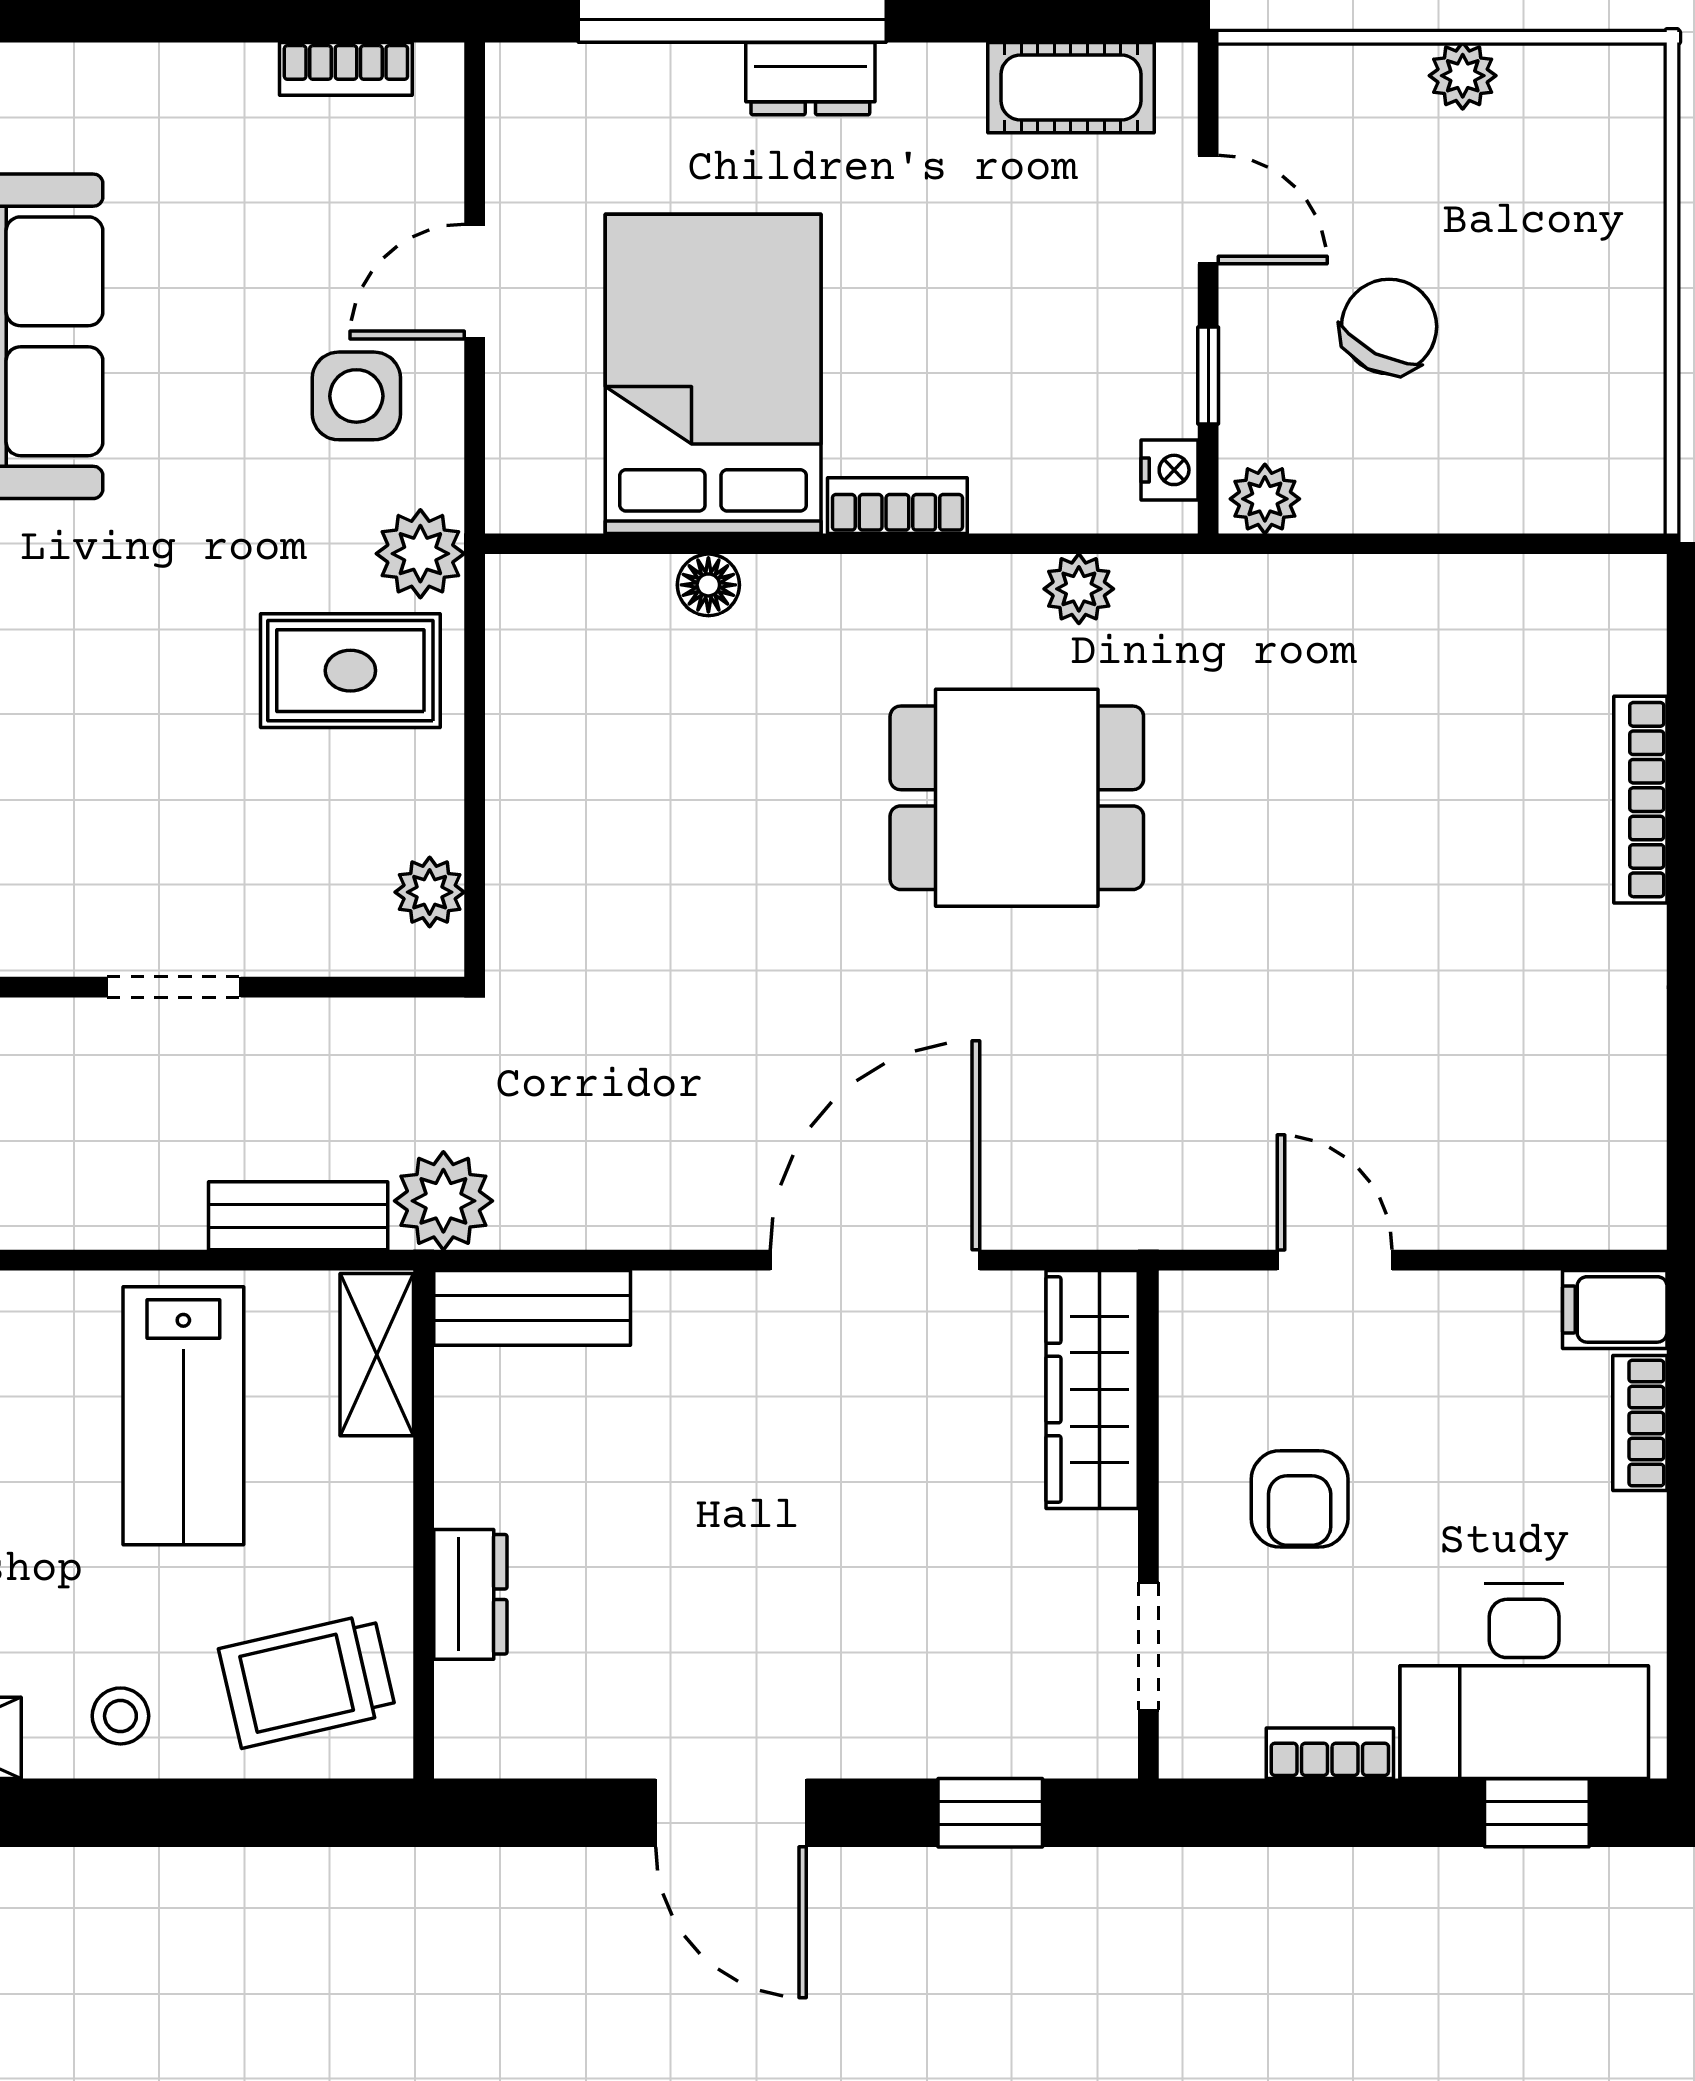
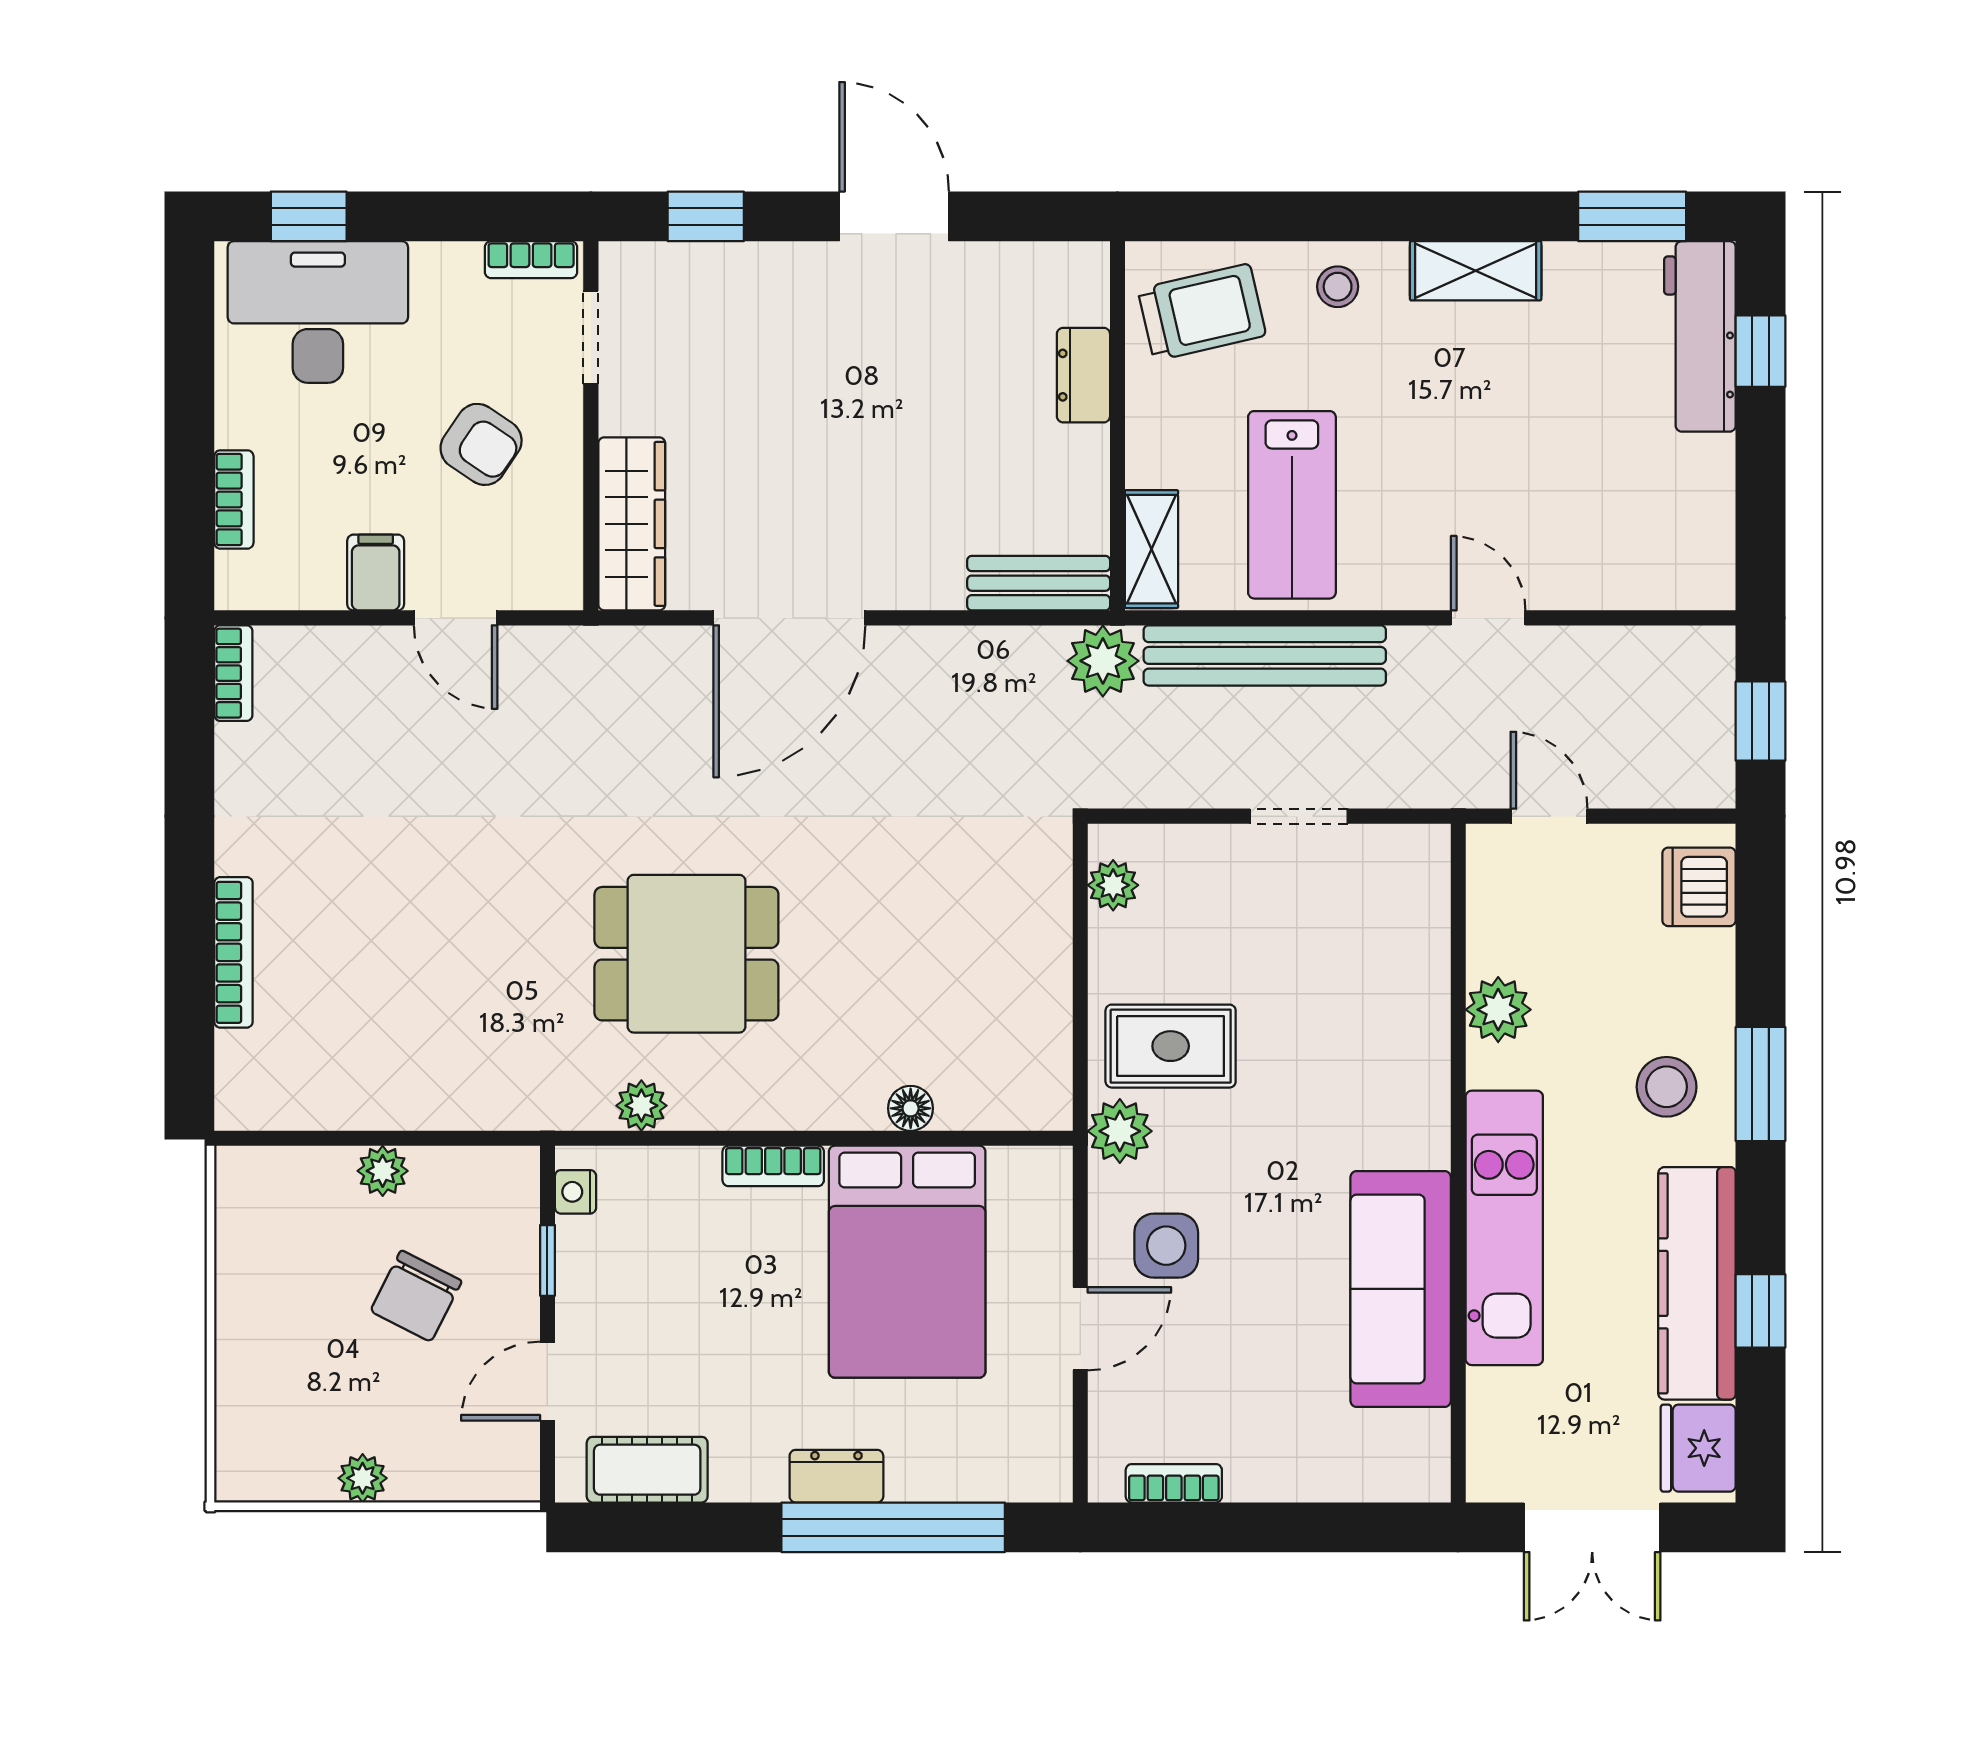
door: (1208, 210) -> (547, 1381), hinge flipped
plant: (1265, 499) -> (383, 1171), moved
bookcase: (1641, 1184) -> (233, 673), added
bench: (298, 1216) -> (1265, 655), width x1.86, depth x1.21
filing cabinet: (1615, 1309) -> (376, 573), moved, turned -90
lab bench: (183, 1416) -> (1292, 505), turned 180
armchair: (1300, 1499) -> (481, 444), turned 124
bookcase: (1330, 1753) -> (531, 260), moved

